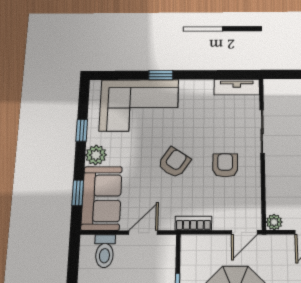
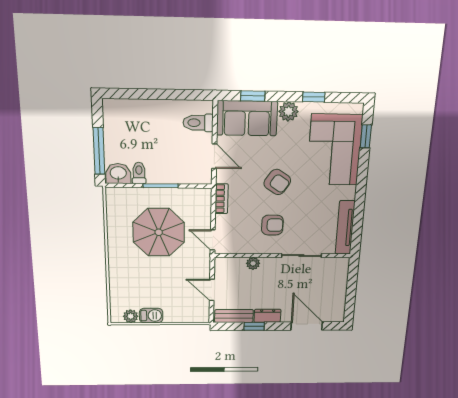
window: (161, 75) -> (366, 136), moved
tv unit: (237, 87) -> (345, 228), width x1.41
plant: (274, 222) -> (253, 263), moved

